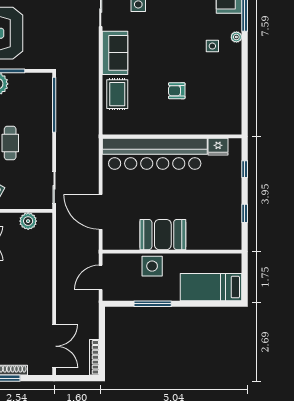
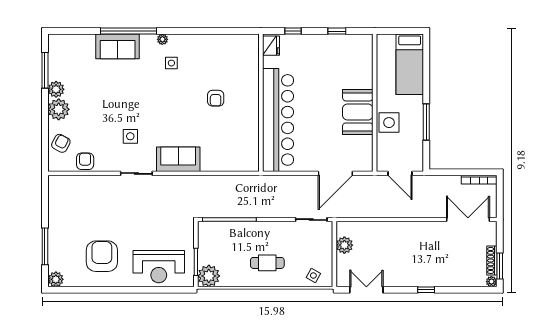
rug: (117, 94) -> (219, 157), removed
fridge: (218, 147) -> (271, 46), moved

